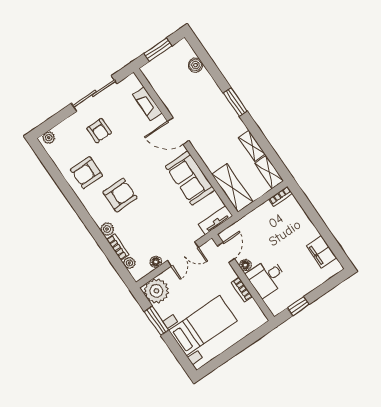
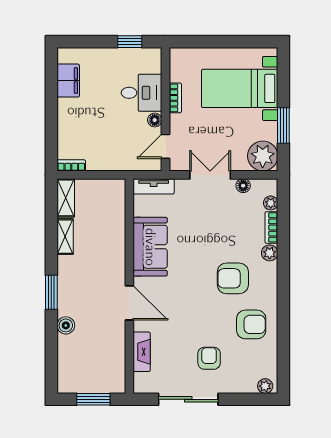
boiler: (196, 65) -> (66, 325), moved
shelving: (232, 188) -> (114, 207), removed

